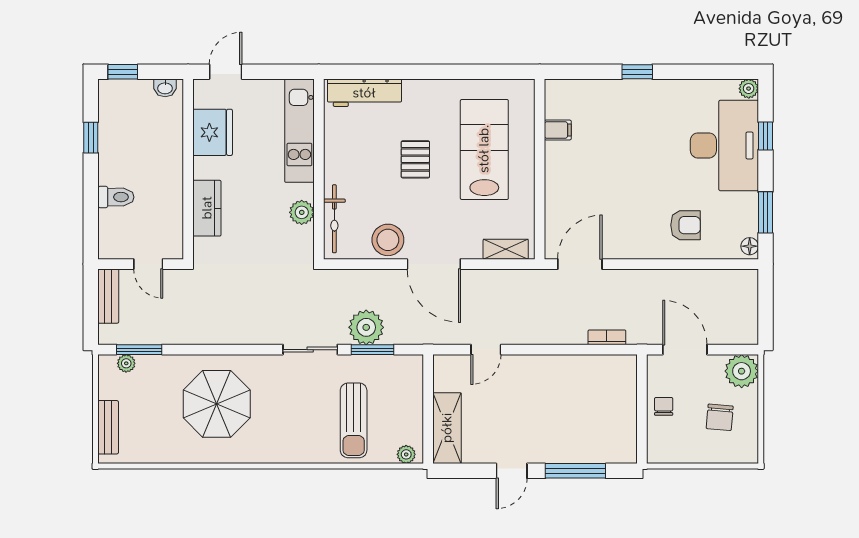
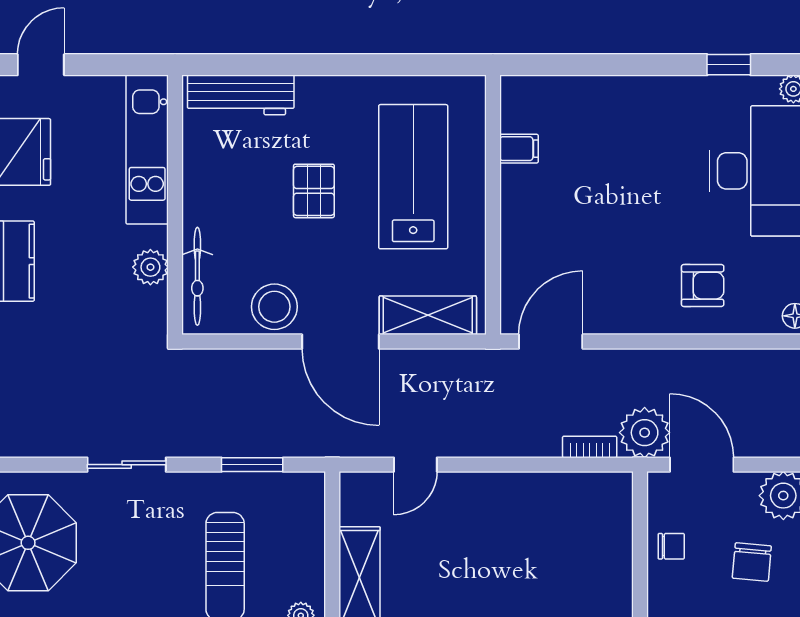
window: (637, 72) -> (729, 65), moved
shelving: (506, 249) -> (428, 315), width x1.50, depth x1.33
plant: (366, 327) -> (645, 433), moved
sliding door: (310, 350) -> (127, 465), moved
chair: (664, 406) -> (671, 546), turned 90

